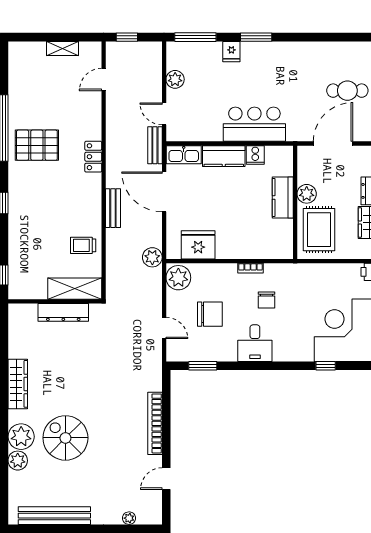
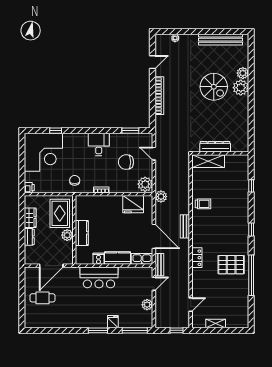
door: (164, 114) -> (154, 284), hinge flipped
shelving: (75, 289) -> (208, 161), moved
chair: (266, 300) -> (75, 180), moved
wall: (55, 301) -> (220, 153), moved
dresser: (63, 312) -> (215, 147), moved
wardrobe: (18, 384) -> (243, 120), removed

